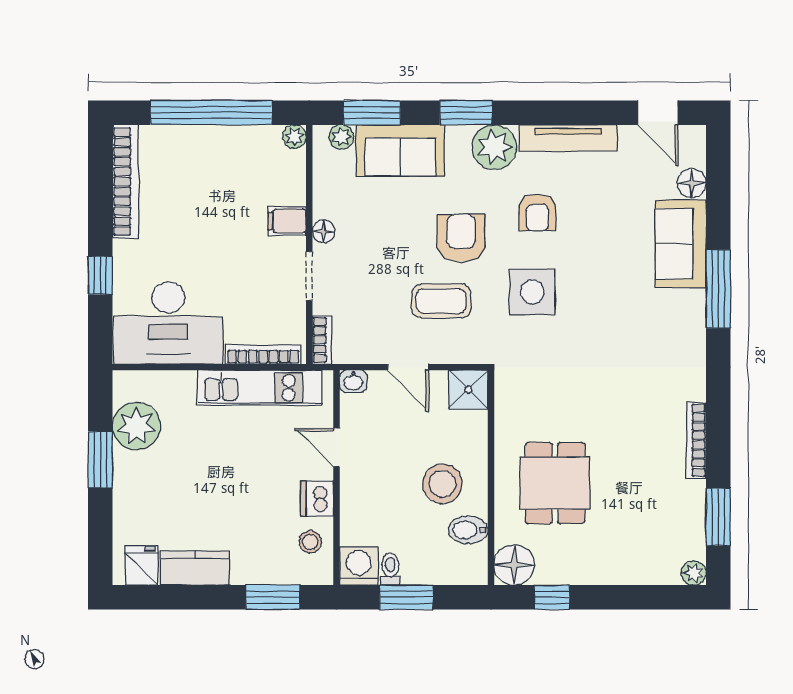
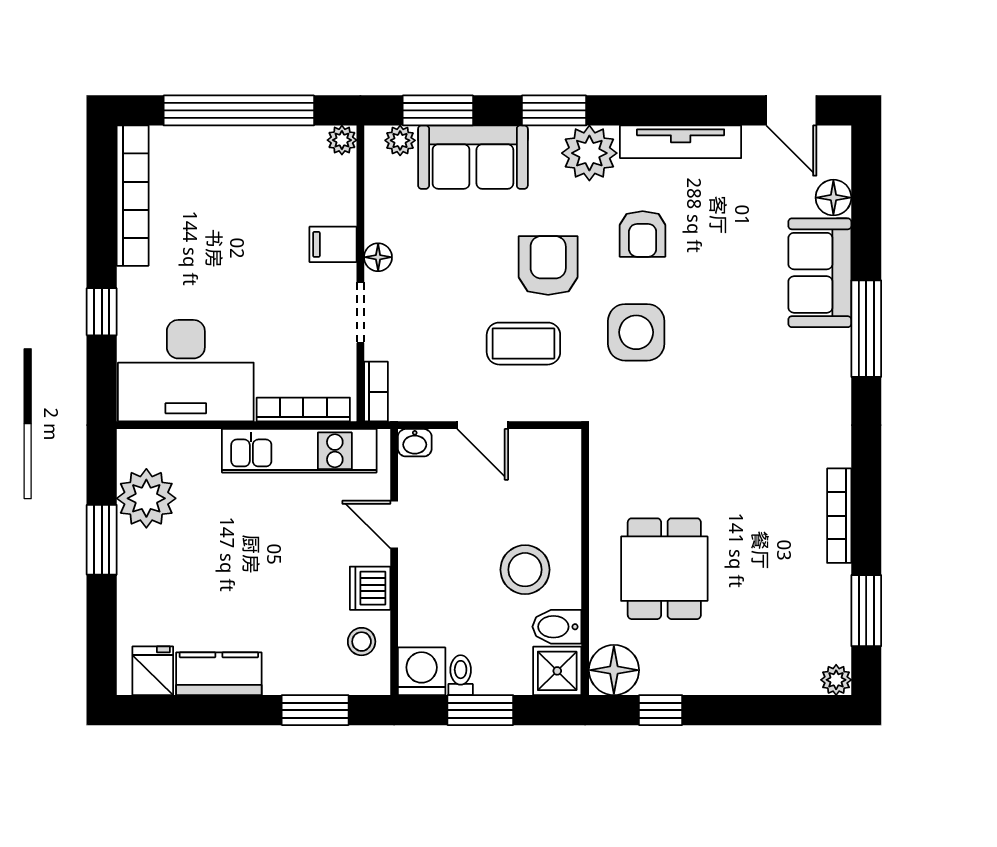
shower: (468, 390) -> (557, 671), moved

